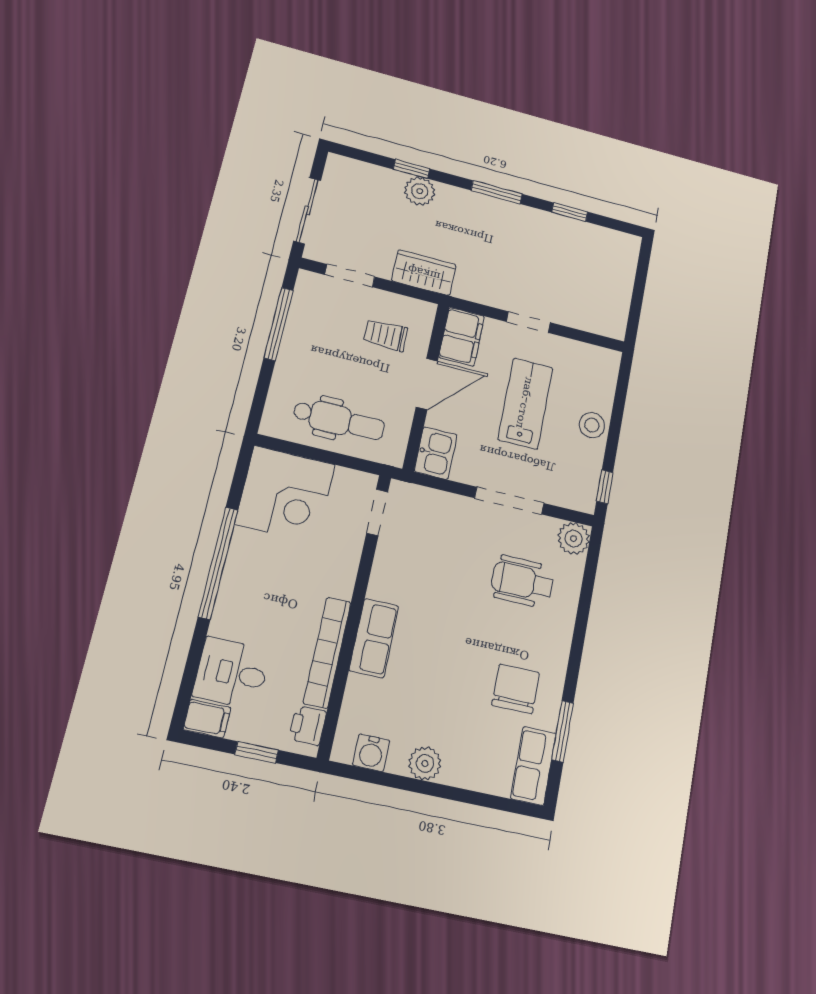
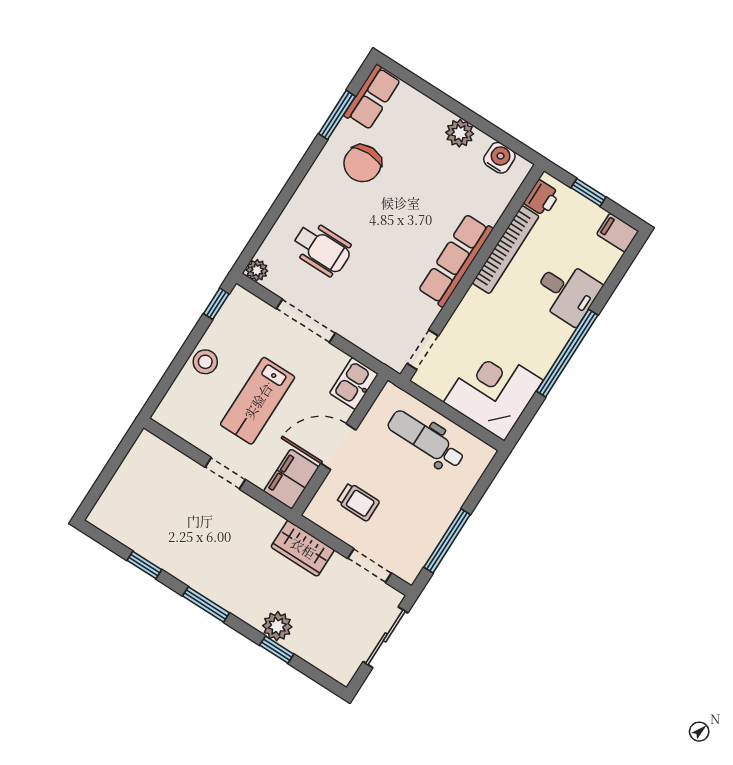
plant: (574, 539) -> (257, 270), width x0.73, depth x0.73
row of seats: (374, 638) -> (456, 260), width x1.48
desk: (232, 673) -> (567, 292), moved

